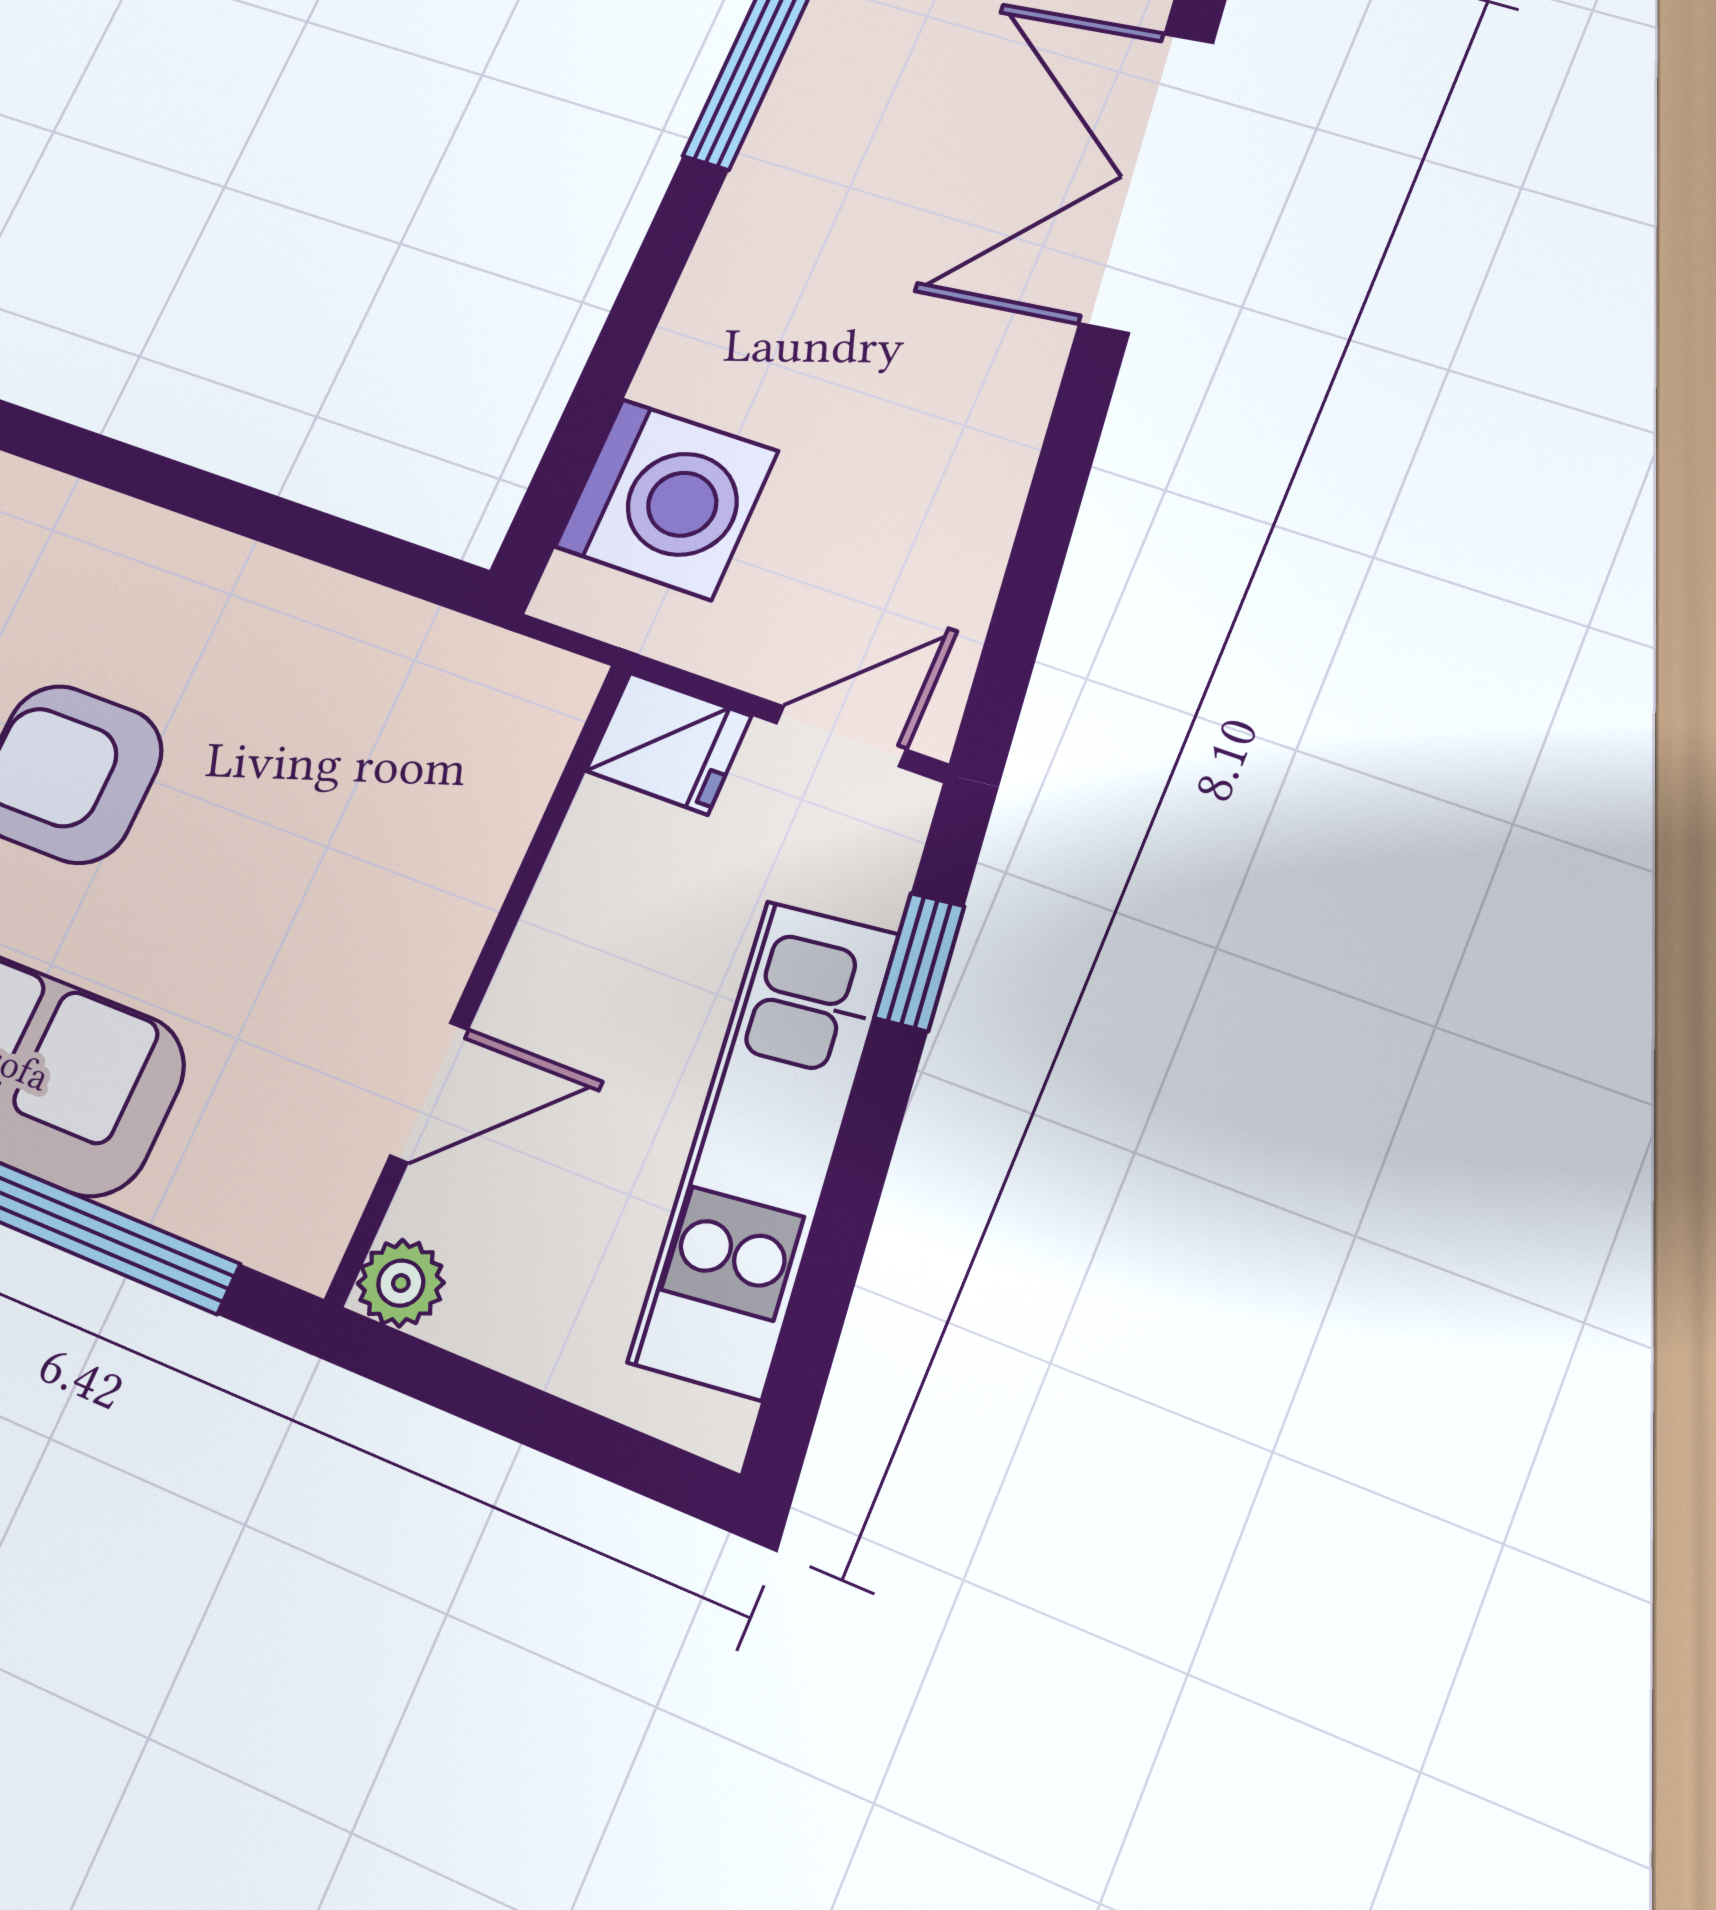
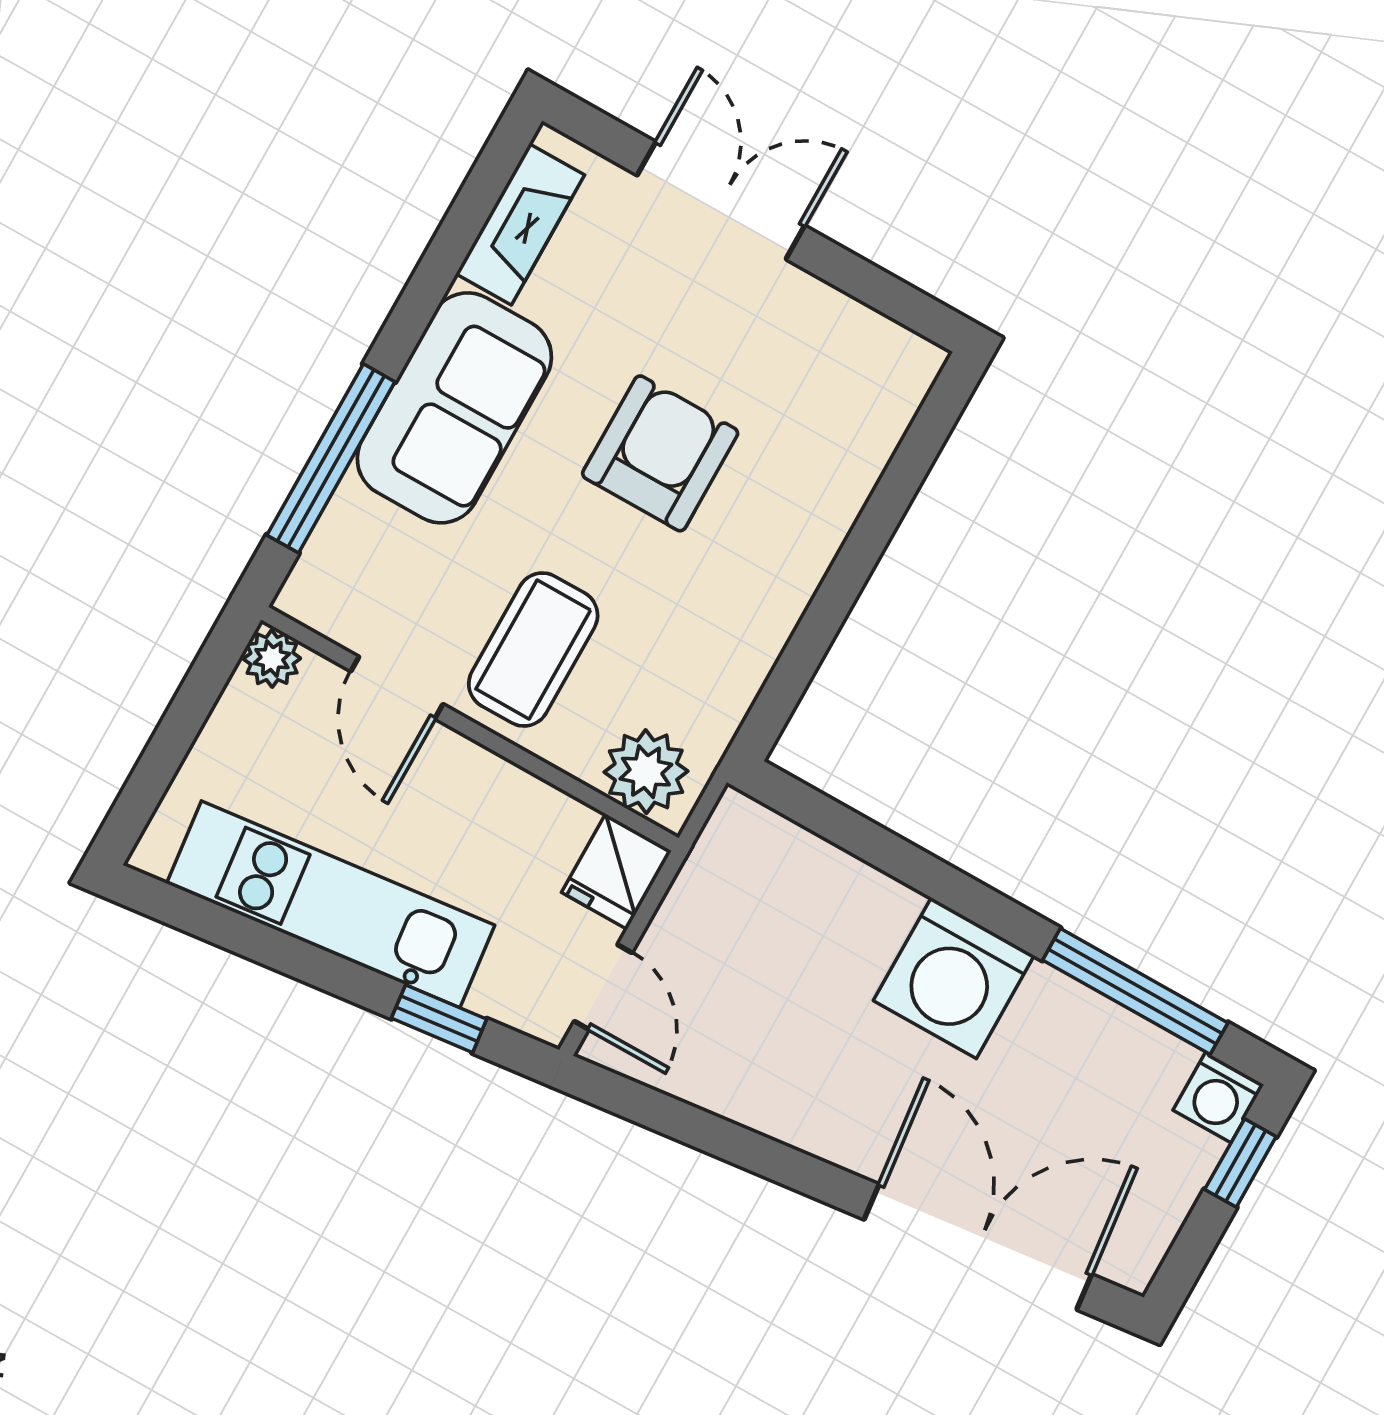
washing machine: (667, 499) -> (954, 978), moved
plant: (520, 725) -> (646, 772), added
coffee table: (357, 906) -> (533, 649), added

